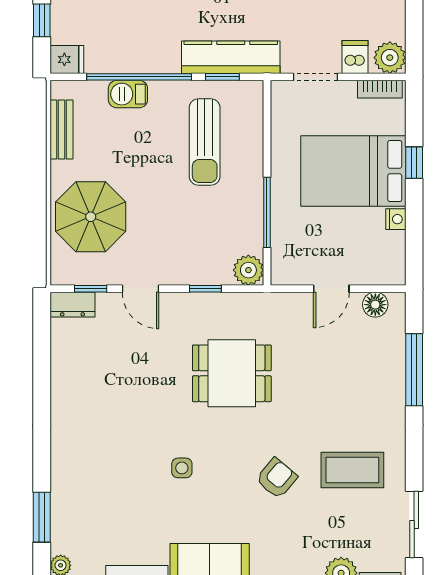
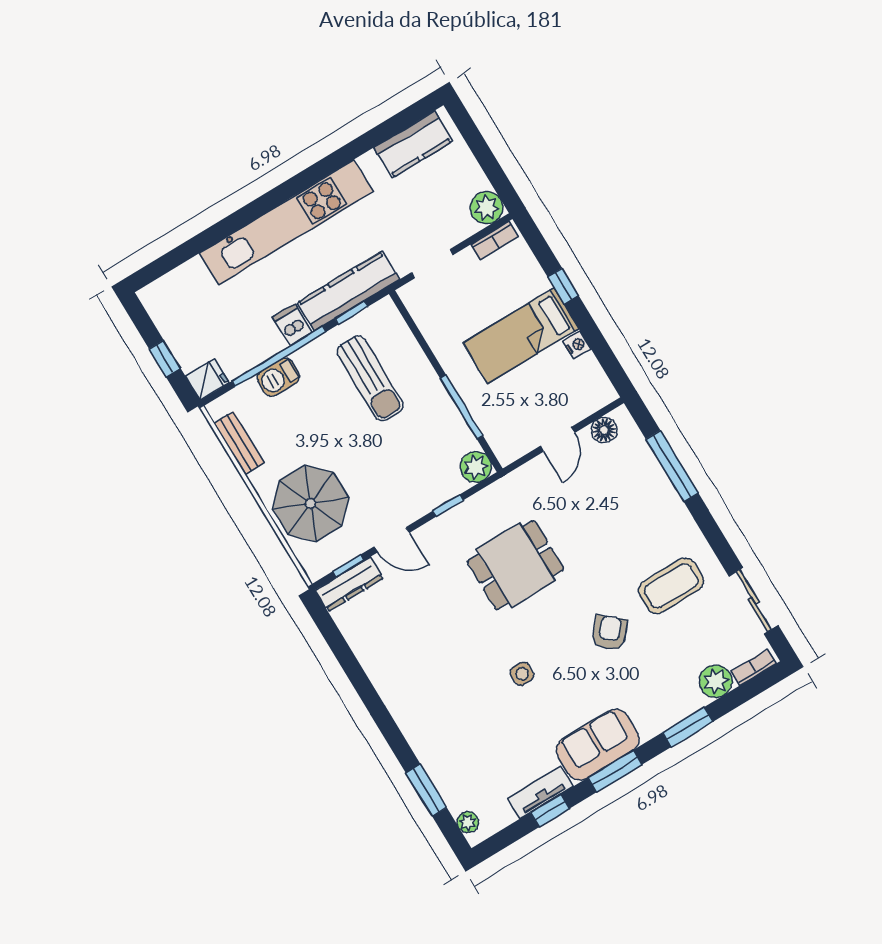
dishwasher: (355, 57) -> (292, 325), moved
bed: (353, 171) -> (521, 336), width x0.67
dresser: (72, 305) -> (349, 584), width x1.44

